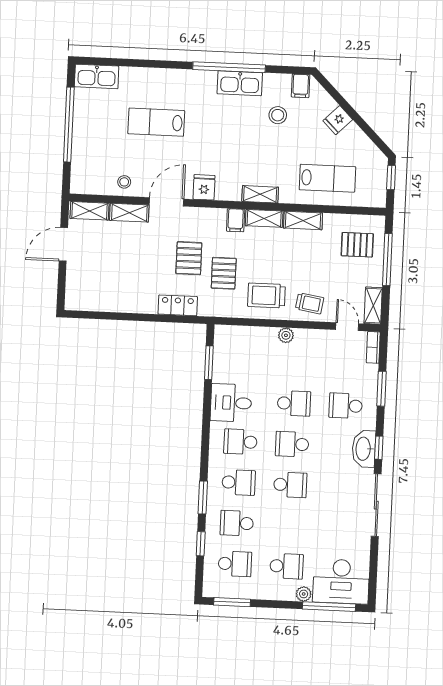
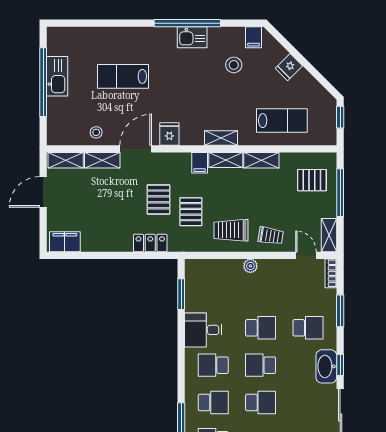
kitchen sink: (97, 76) -> (57, 76), moved, turned -90
kitchen sink: (240, 83) -> (192, 37), width x0.73
filing cabinet: (85, 300) -> (65, 242), added
school desk: (346, 406) -> (308, 328), turned 180

